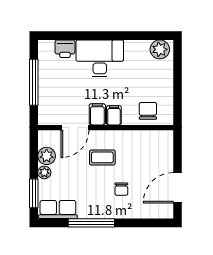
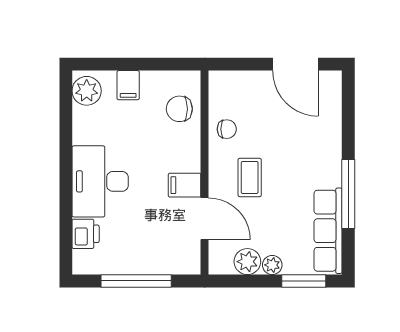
filing cabinet: (114, 115) -> (128, 85), moved, turned -90
chair: (121, 189) -> (227, 129), moved
row of seats: (58, 209) -> (328, 231), width x1.48

